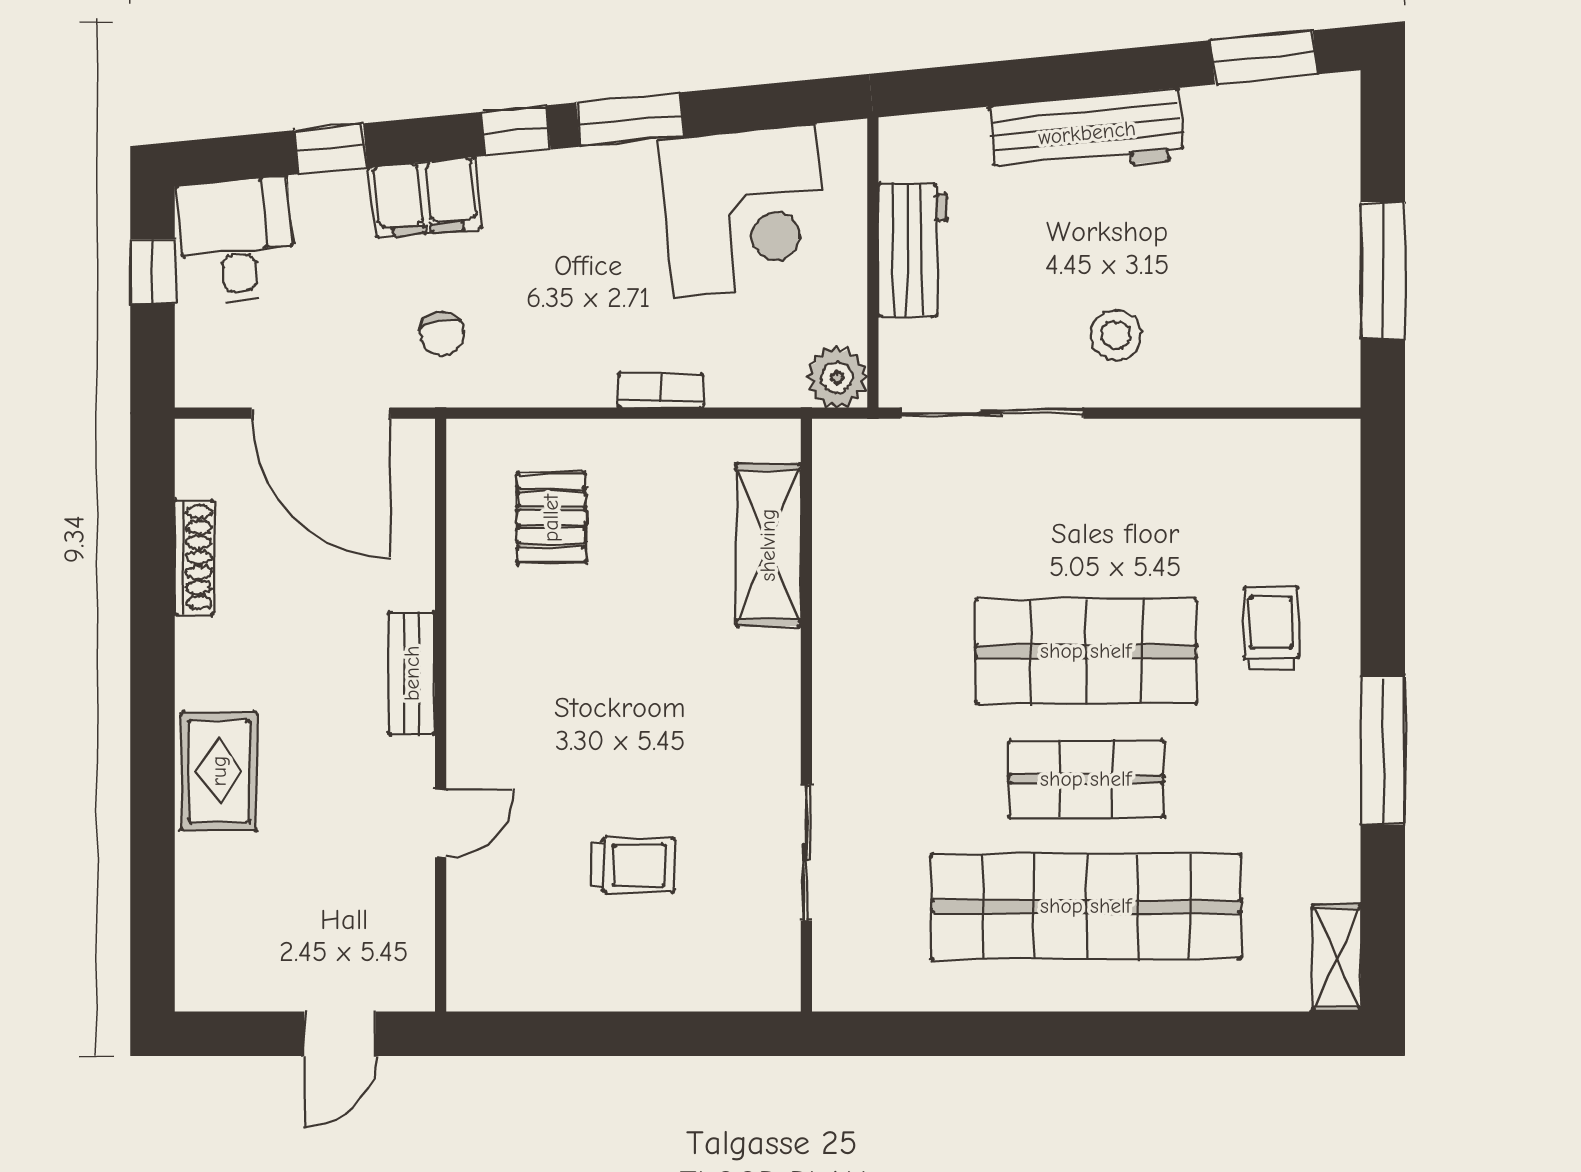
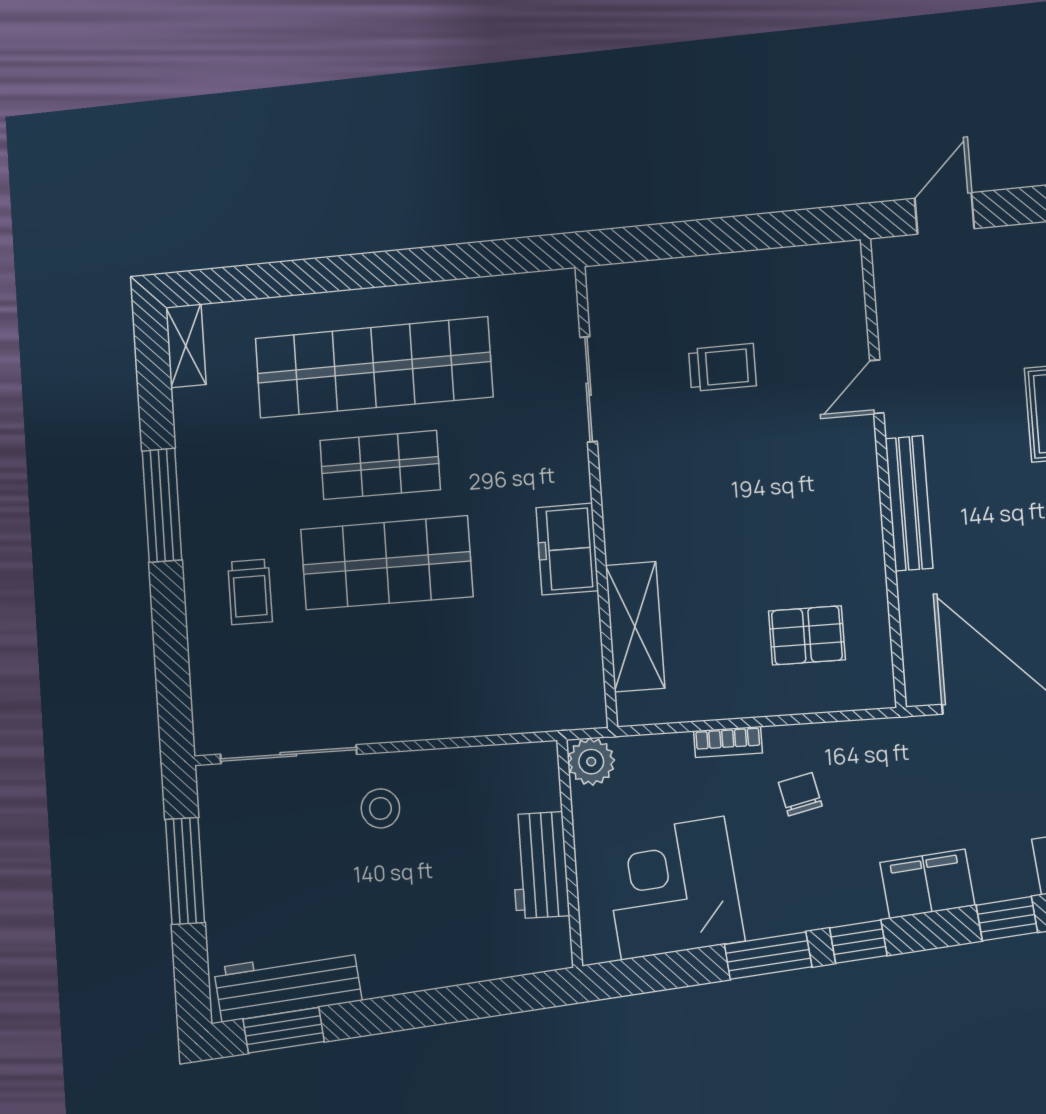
workbench: (1087, 133) -> (287, 984), moved
chair: (442, 334) -> (800, 794), moved
sliding door: (992, 413) -> (288, 754), moved
pallet: (551, 518) -> (807, 635), turned 90
freezer: (849, 650) -> (567, 549), added
bench: (412, 673) -> (909, 503), width x1.36
trolley: (633, 865) -> (722, 367), turned 180

